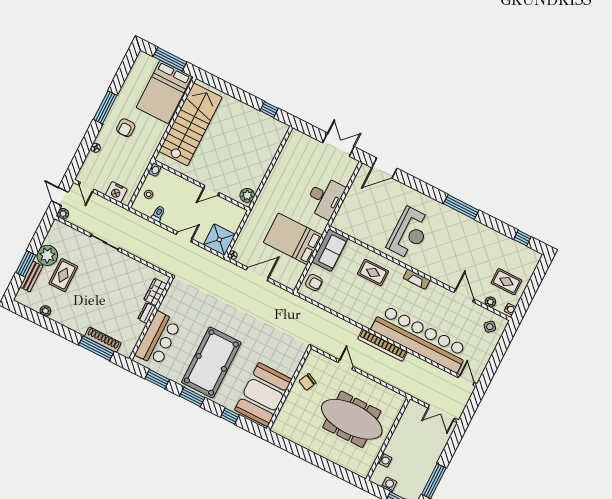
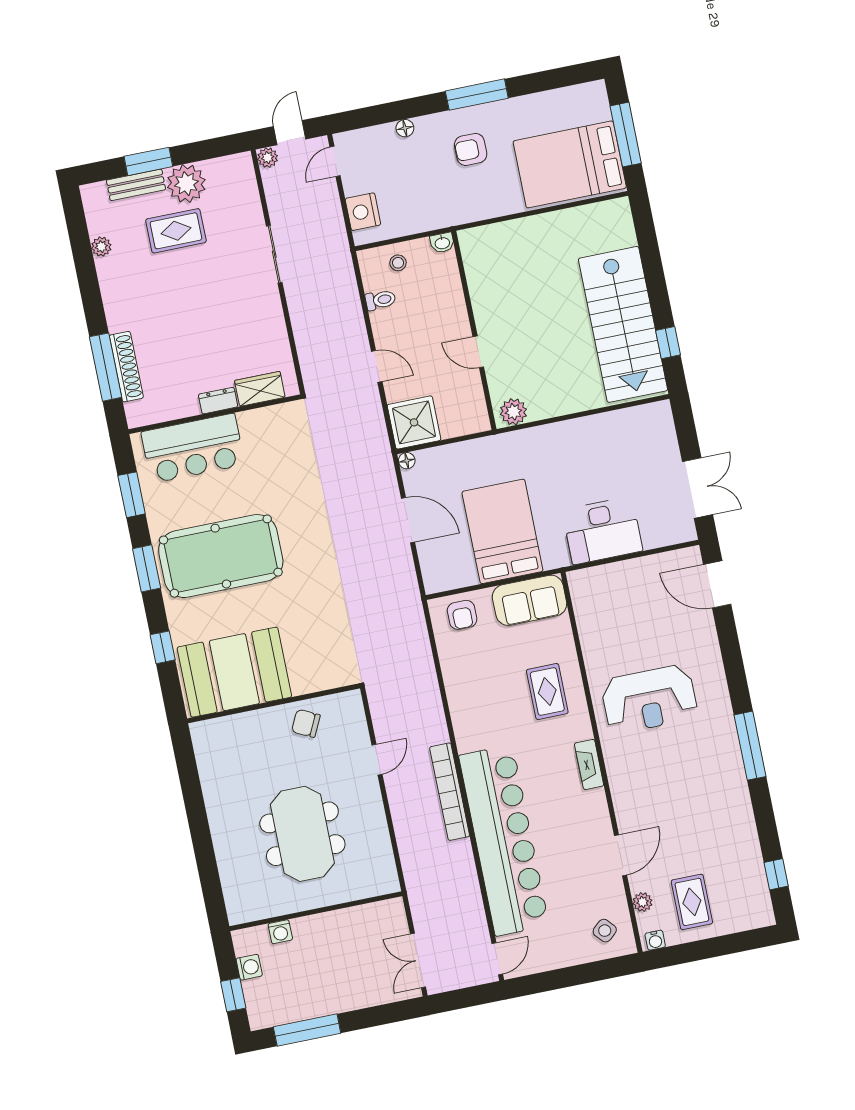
stairs: (190, 124) -> (623, 324), moved, turned 90
meeting table: (352, 419) -> (302, 834), width x0.73

